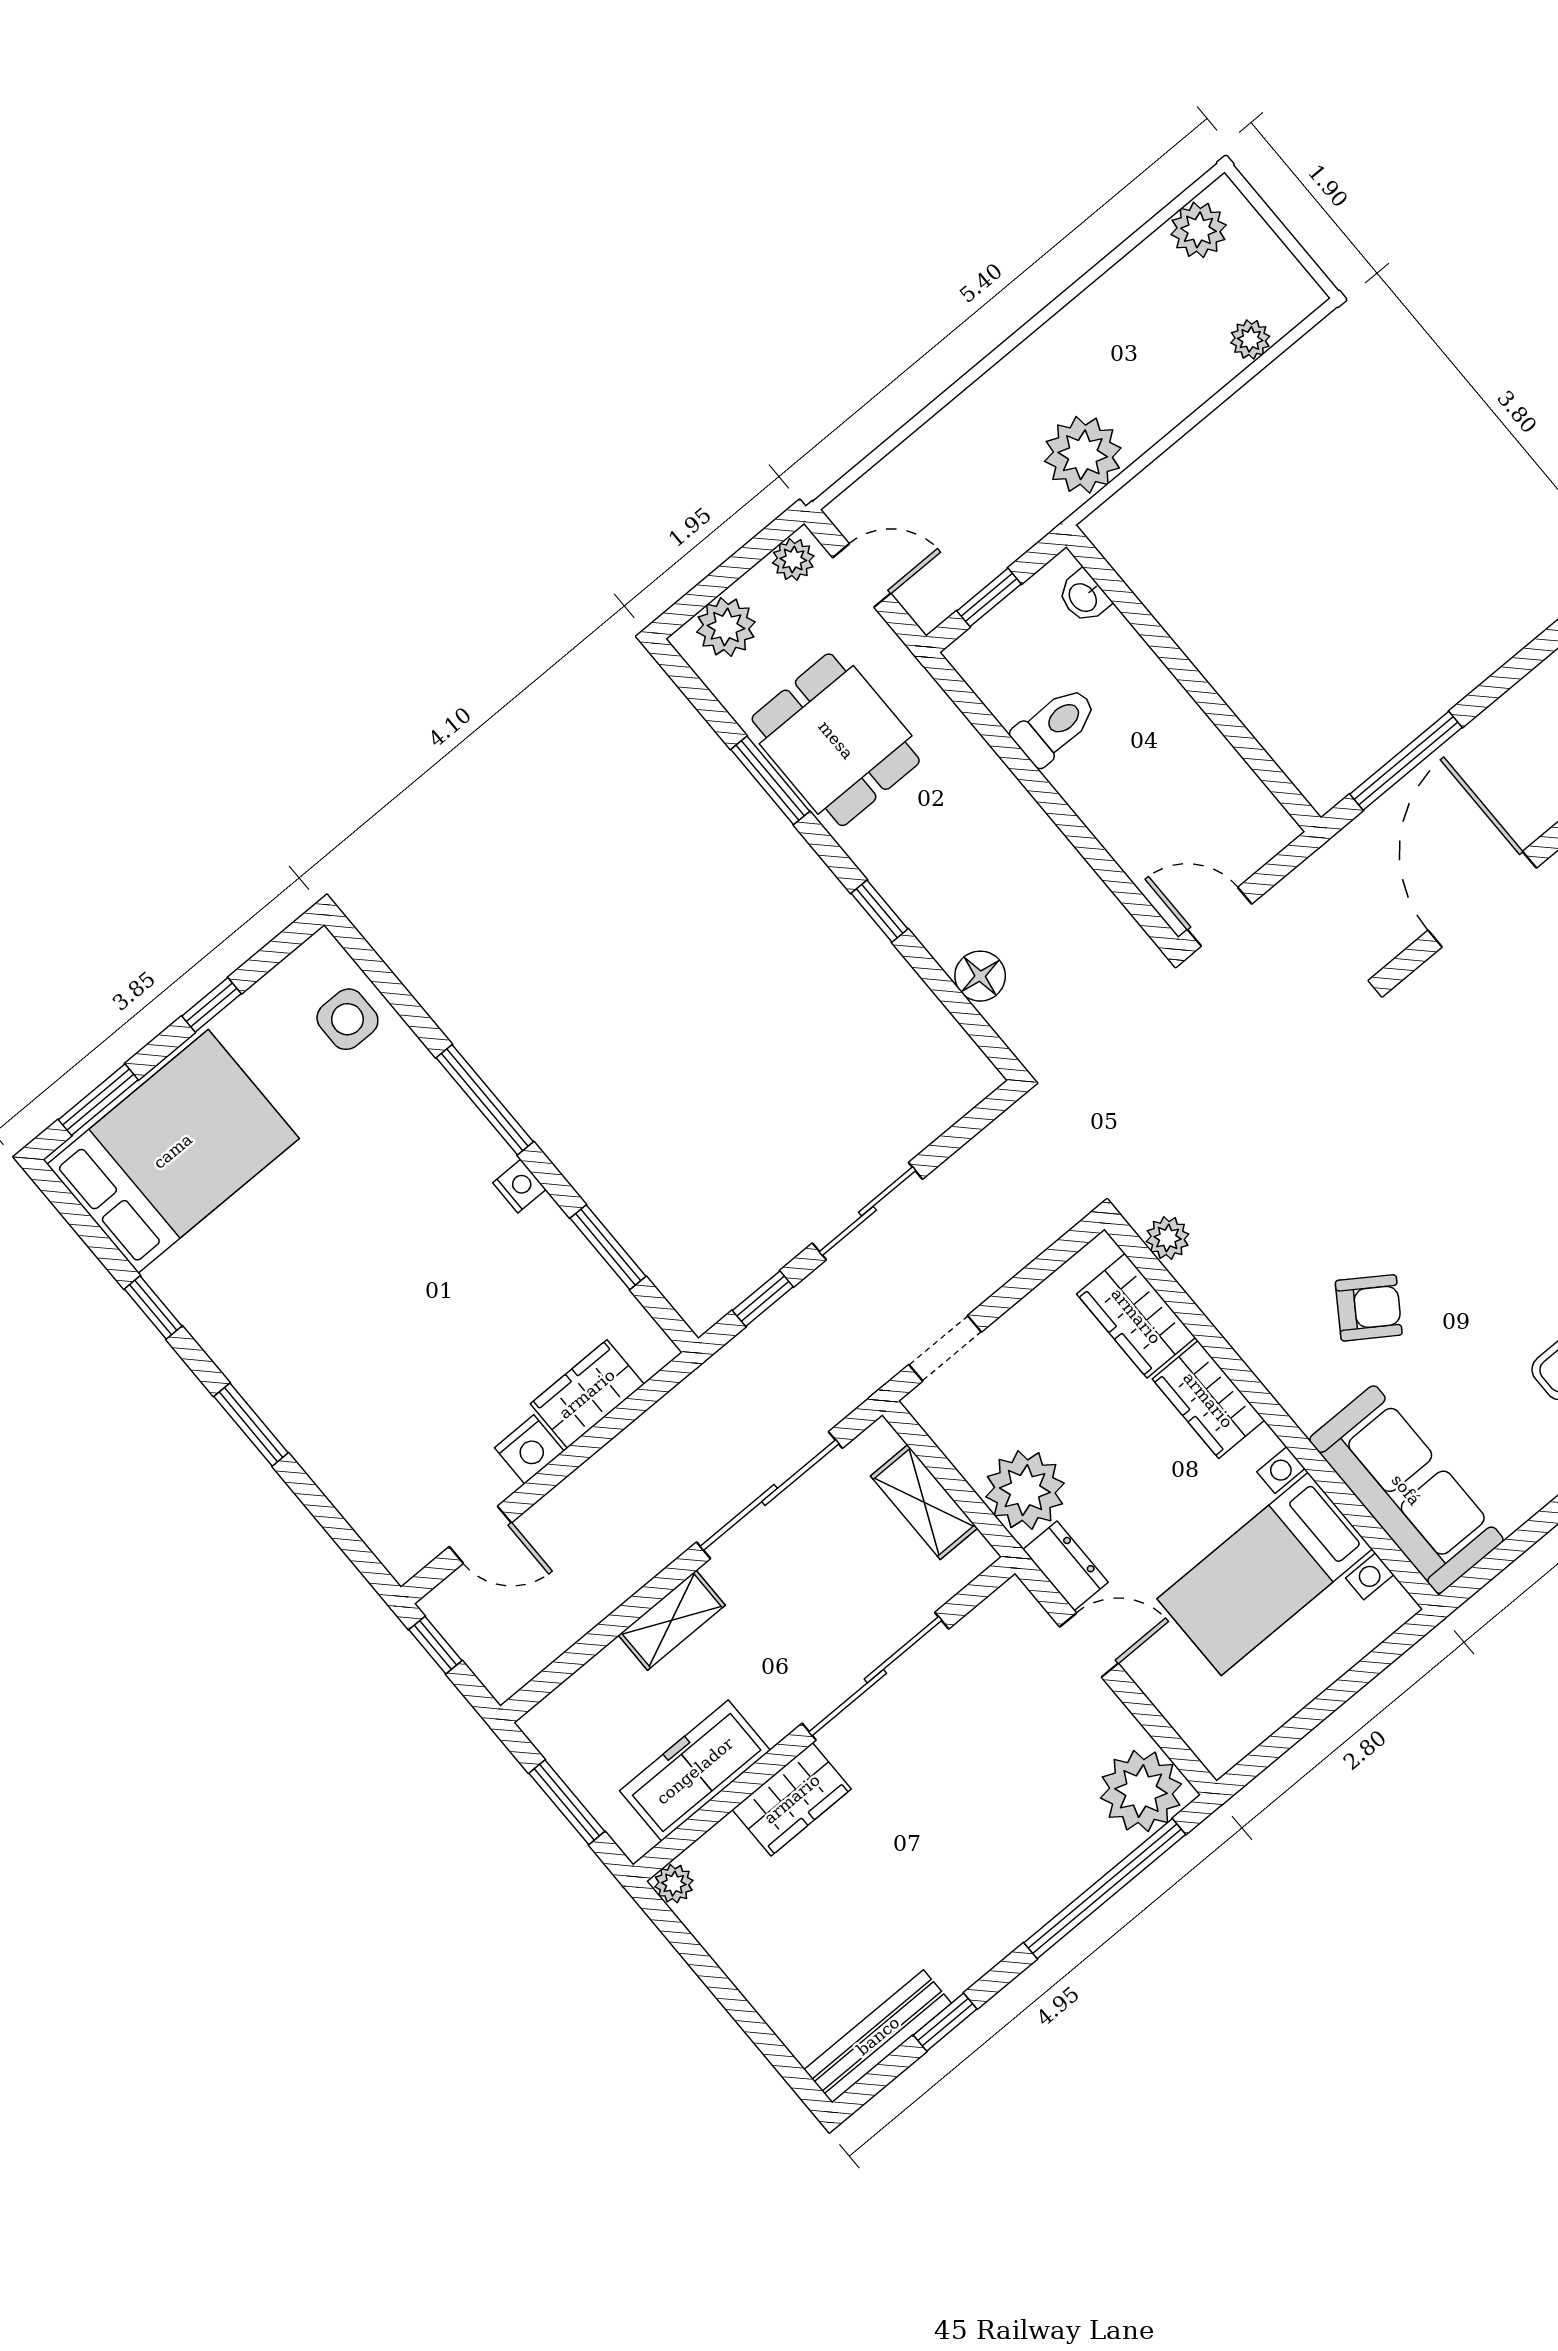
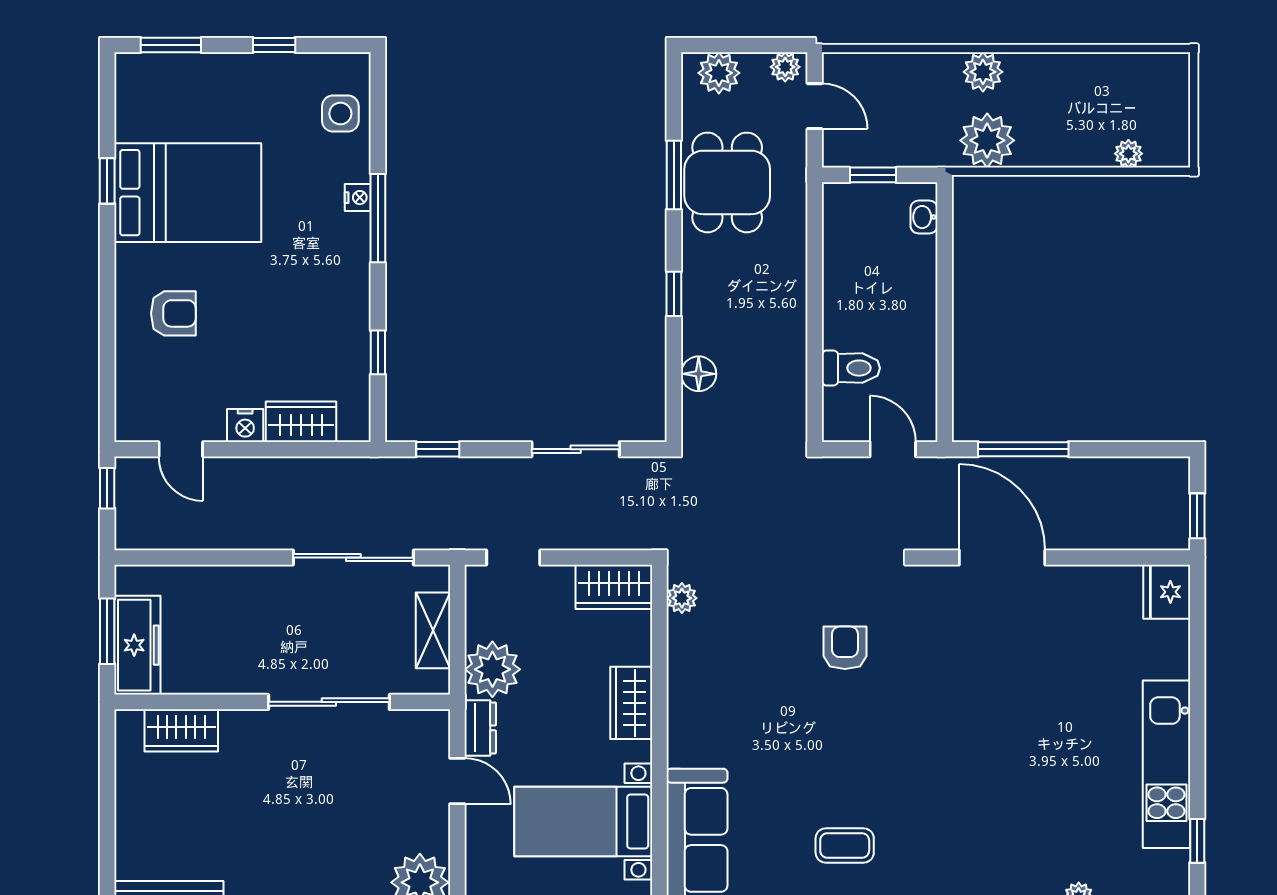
plant: (1199, 230) -> (983, 72), moved
toilet: (1055, 726) -> (851, 368), moved
door: (1482, 899) -> (1002, 558), hinge flipped
door: (1219, 917) -> (893, 449), moved
bed: (173, 1151) -> (188, 193), moved
nightstand: (519, 1186) -> (358, 198), moved
sliding door: (867, 1211) -> (576, 449), moved
window: (608, 1247) -> (378, 352), width x0.67
armchair: (1369, 1308) -> (845, 648), moved, turned -124
wardrobe: (1136, 1316) -> (614, 587), moved, turned -90
armchair: (347, 1392) -> (173, 313), added
window: (251, 1425) -> (107, 288), removed
shelving: (672, 1620) -> (245, 581), removed
freezer: (695, 1771) -> (137, 645), moved, turned 90
wardrobe: (792, 1799) -> (181, 730), moved
plant: (674, 1884) -> (128, 723), removed

